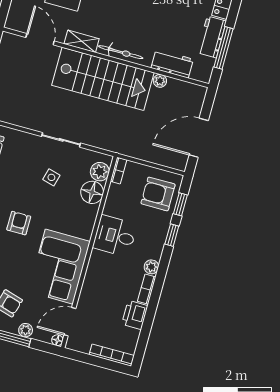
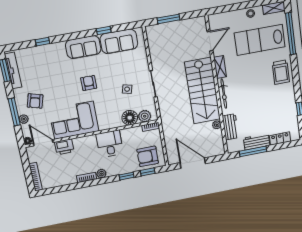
armchair: (158, 194) -> (148, 156), turned -90
armchair: (19, 223) -> (89, 83), turned -90
printer: (135, 315) -> (64, 147), moved, turned 180

